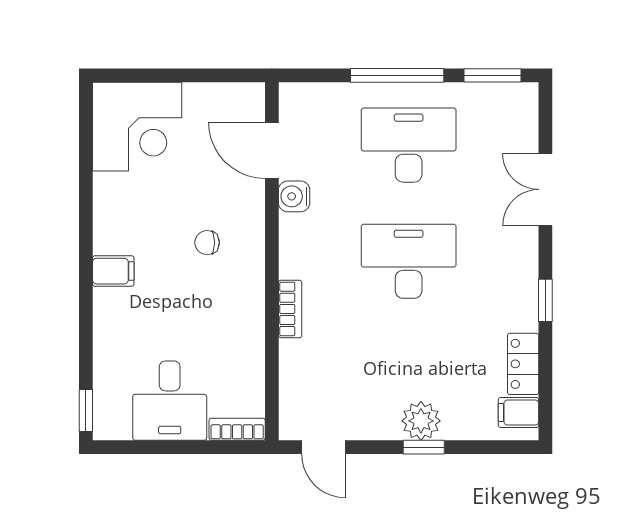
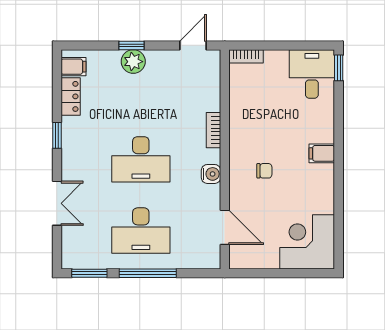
water cooler: (294, 196) -> (211, 174), moved
desk: (170, 401) -> (312, 74), moved
door: (323, 447) -> (193, 45), hinge flipped

